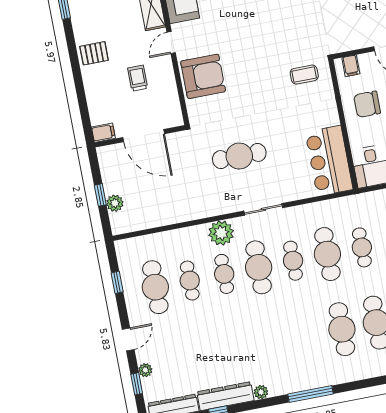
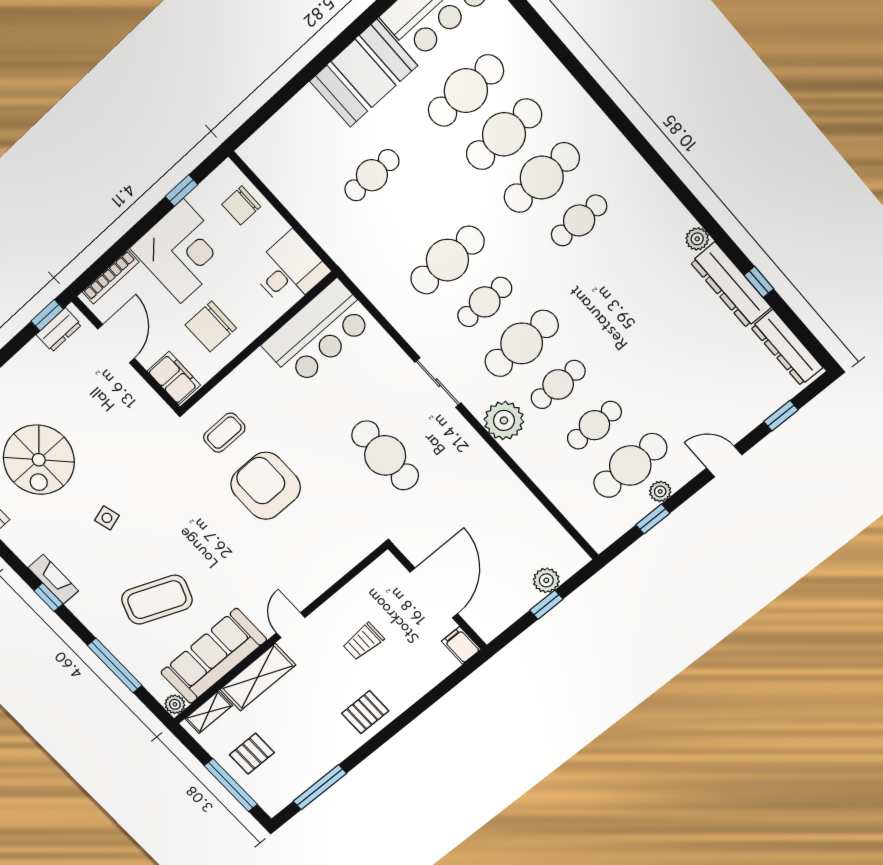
door: (171, 43) -> (291, 625), swing flipped
pallet: (94, 53) -> (365, 712), turned 90
filing cabinet: (351, 66) -> (174, 378), width x2.00
coffee table: (304, 75) -> (224, 433), turned 90
armchair: (203, 76) -> (266, 486), moved
chair: (367, 104) -> (211, 326), turned 90
cafe table: (362, 247) -> (579, 220), moved
plant: (145, 370) -> (660, 491), moved
window: (311, 394) -> (661, 167), removed

